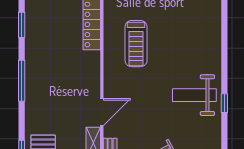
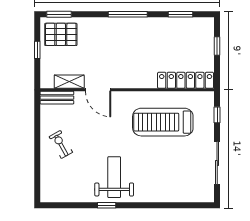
treadmill: (136, 44) -> (163, 122), width x1.37, depth x1.38

